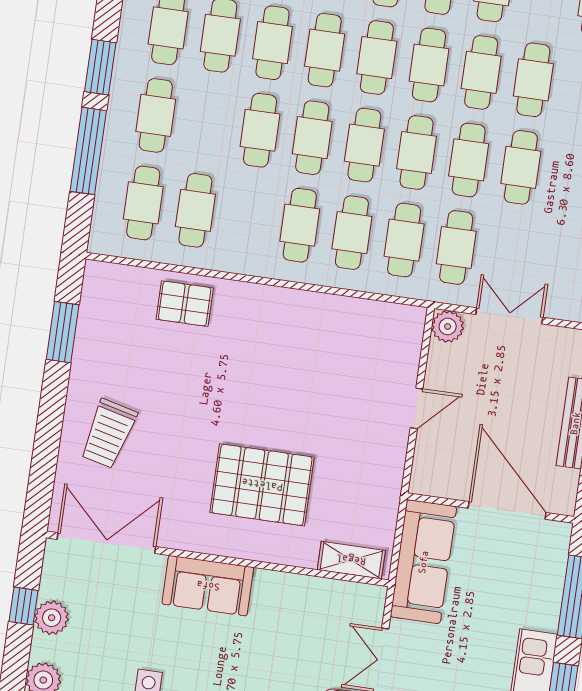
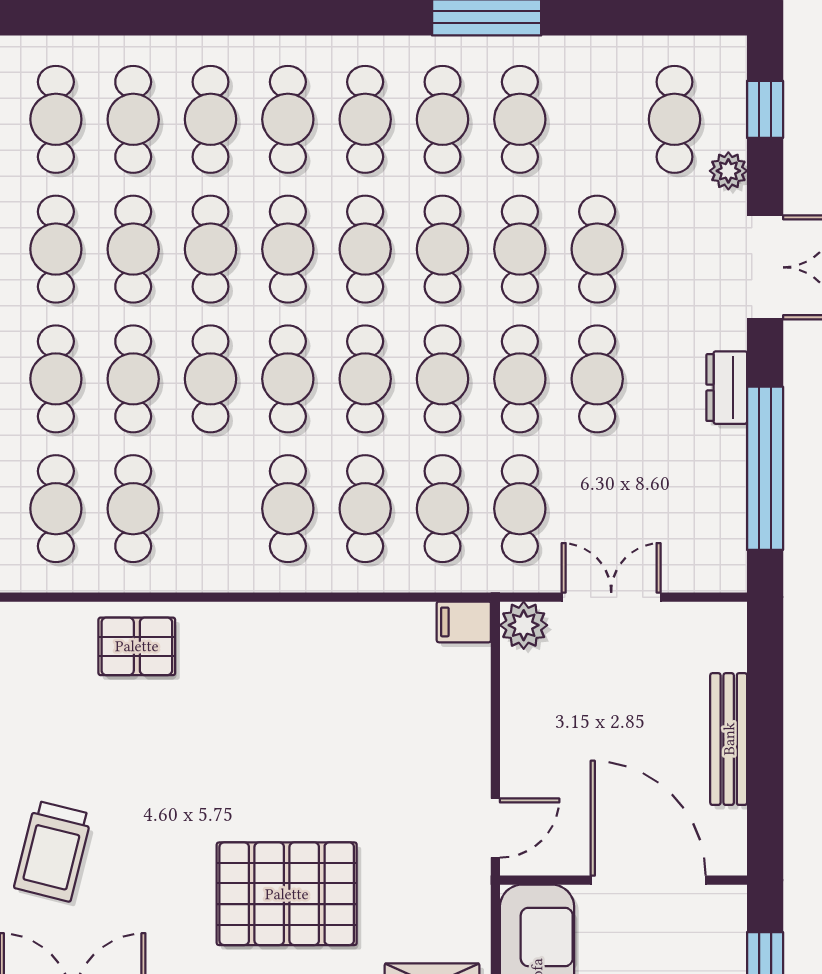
cafe table: (208, 123) -> (133, 379), added
filing cabinet: (408, 318) -> (464, 622), added
door: (417, 408) -> (495, 828), moved

